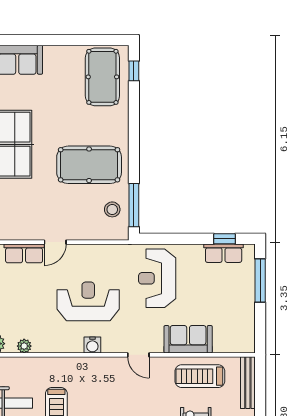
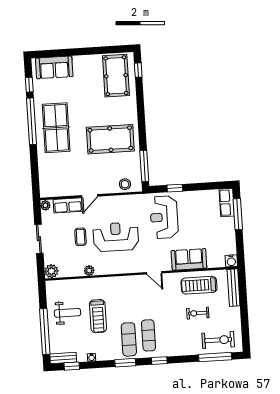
stool: (112, 209) -> (125, 184), moved
window: (225, 239) -> (175, 188), moved
row of seats: (224, 253) -> (227, 203), moved, turned 90
coffee table: (39, 298) -> (81, 237), added
water cooler: (92, 345) -> (231, 261), moved
plant: (24, 346) -> (89, 271), moved

